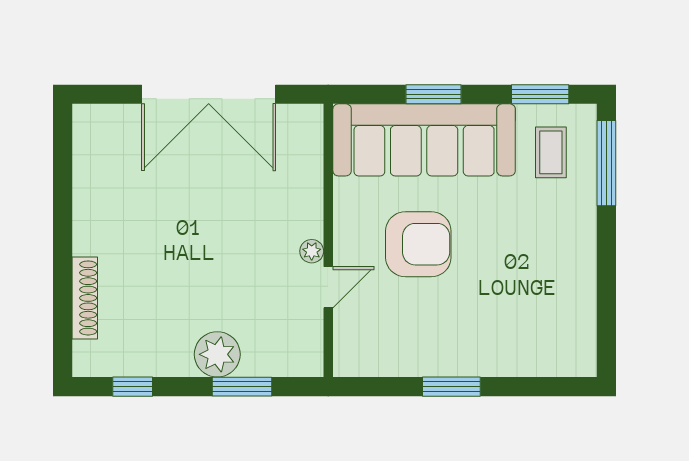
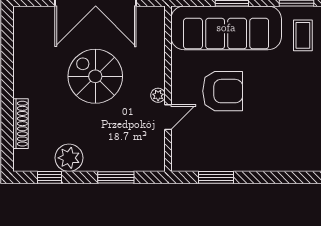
spiral stairs: (208, 220) -> (95, 76), added
plant: (217, 354) -> (69, 158), moved
window: (451, 387) -> (216, 177), moved

